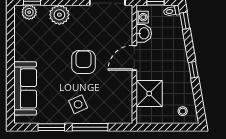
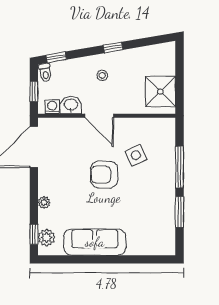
plant: (59, 15) -> (44, 203), width x0.53, depth x0.53
sofa: (25, 88) -> (95, 242), moved
shower: (149, 93) -> (160, 92), moved
side table: (78, 104) -> (136, 155), moved
stool: (183, 111) -> (102, 75), moved

